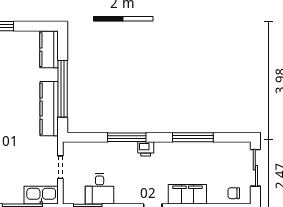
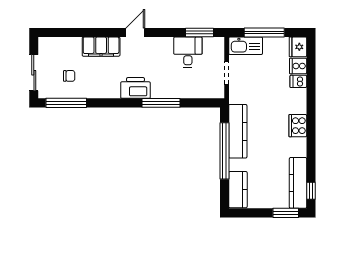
window: (193, 137) -> (66, 103), moved
printer: (146, 149) -> (135, 88), width x1.87, depth x1.48
chair: (234, 193) -> (69, 76), moved

